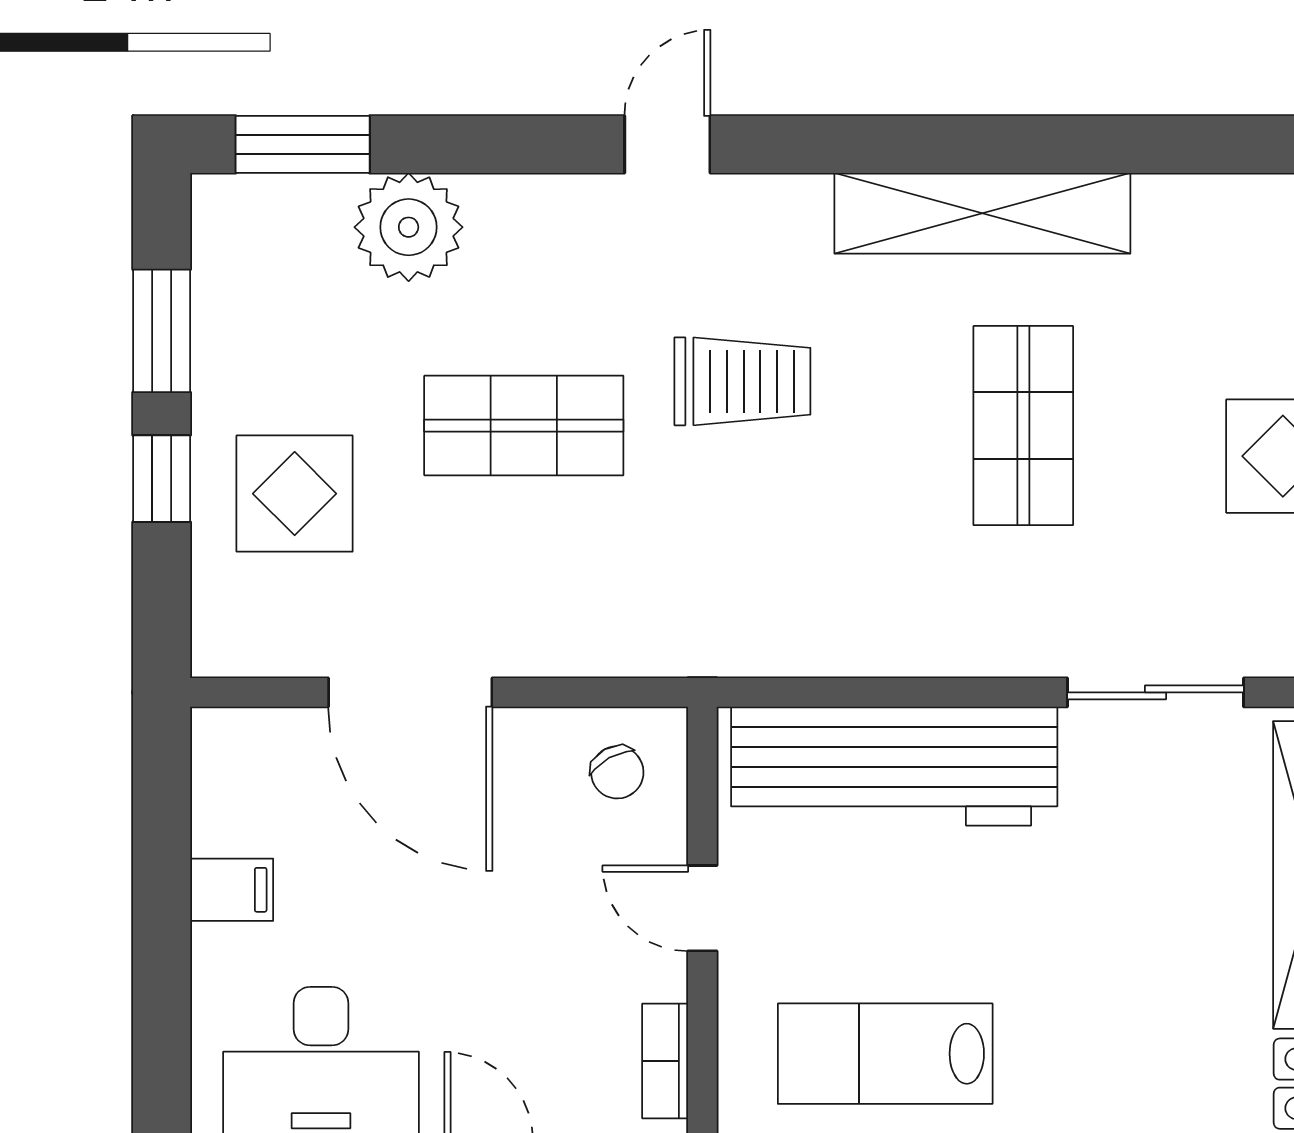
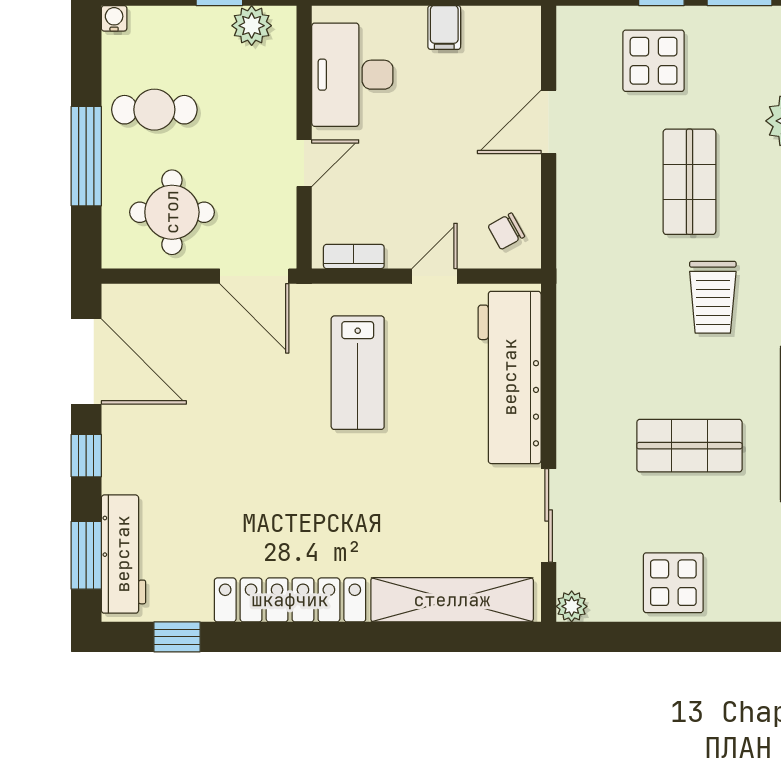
door: (410, 692) -> (549, 122), width x0.73
lab bench: (885, 1054) -> (358, 373), turned 180

